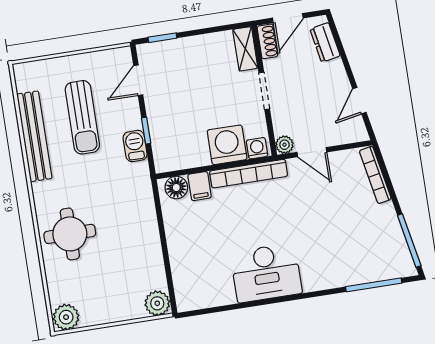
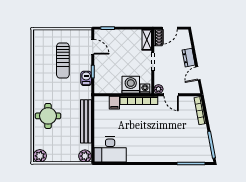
dresser: (325, 42) -> (189, 58), moved
door: (138, 80) -> (93, 47), swing flipped
bench: (34, 136) -> (86, 121), moved
floor lamp: (176, 188) -> (103, 102), removed
desk: (266, 273) -> (110, 150), moved

